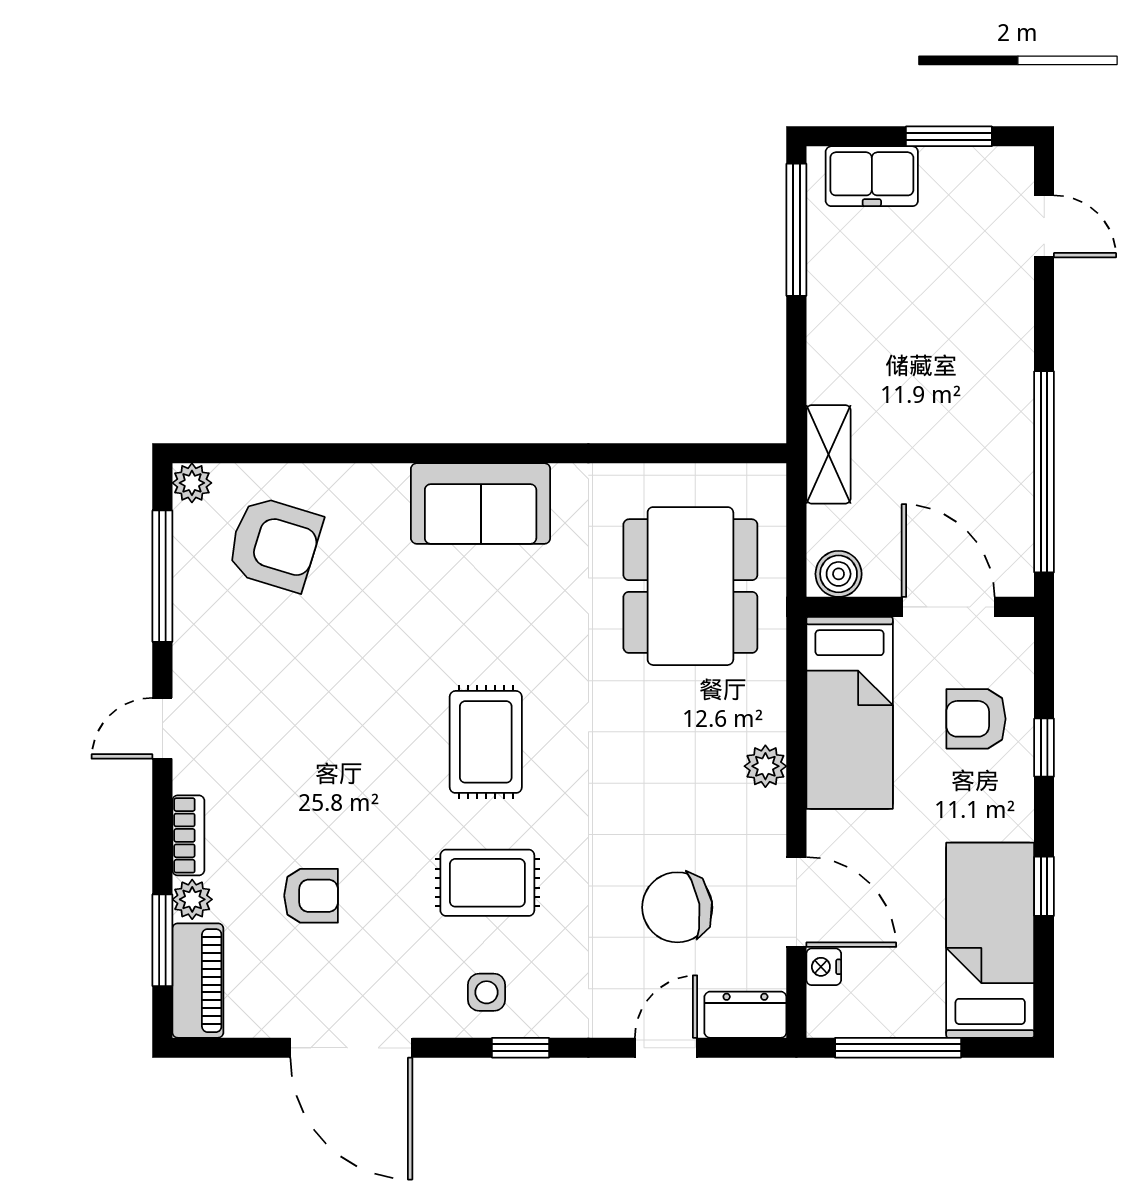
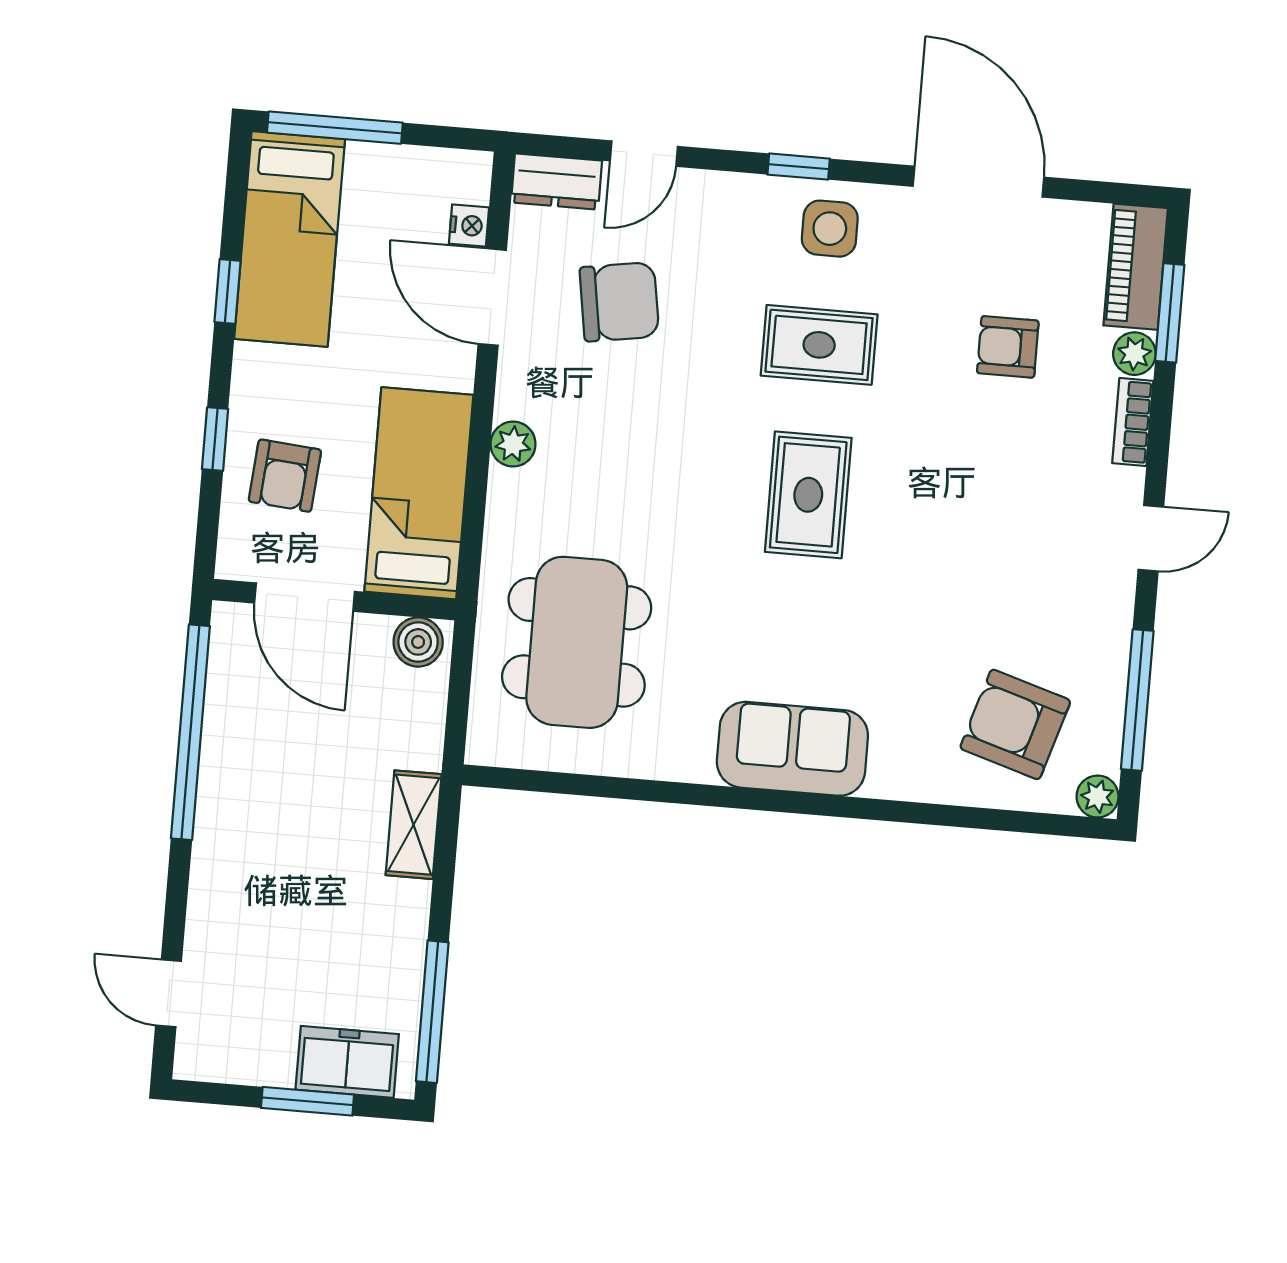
window: (949, 136) -> (308, 1101), moved
shelving: (828, 454) -> (414, 825), moved
armchair: (976, 719) -> (285, 476), turned 95
side table: (487, 992) -> (830, 229), width x1.37, depth x1.37
window: (898, 1048) -> (335, 128), moved

